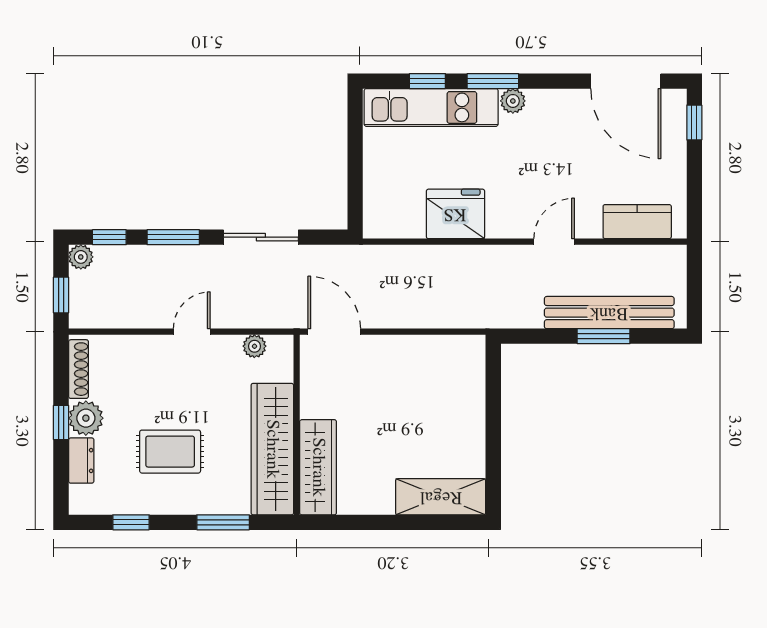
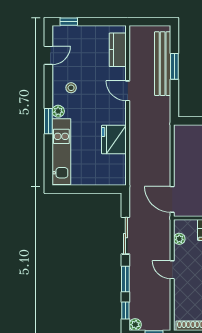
window: (427, 81) -> (48, 153), removed
door: (626, 81) -> (48, 55), width x0.53
stool: (560, 127) -> (71, 88), added
door: (334, 332) -> (172, 199), hinge flipped

